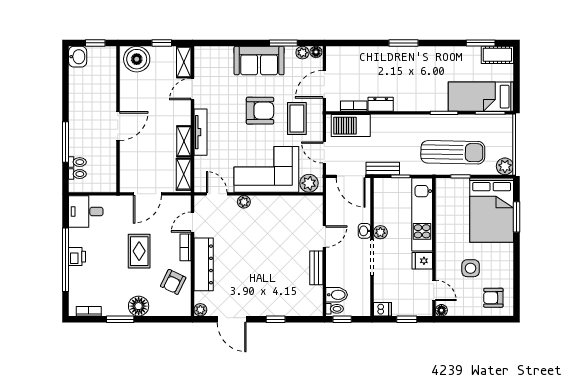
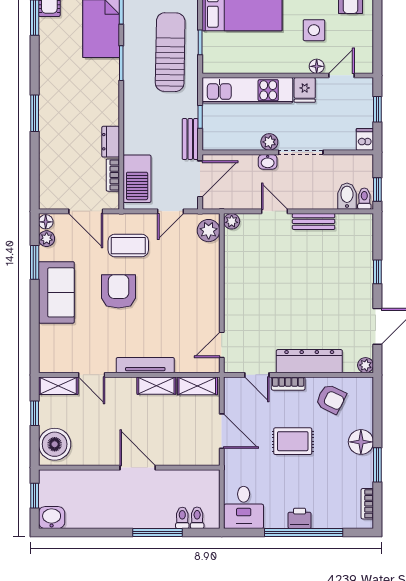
corner sofa: (266, 169) -> (191, 283), removed
plant: (244, 202) -> (232, 221), moved
floor lamp: (441, 310) -> (317, 66), moved

